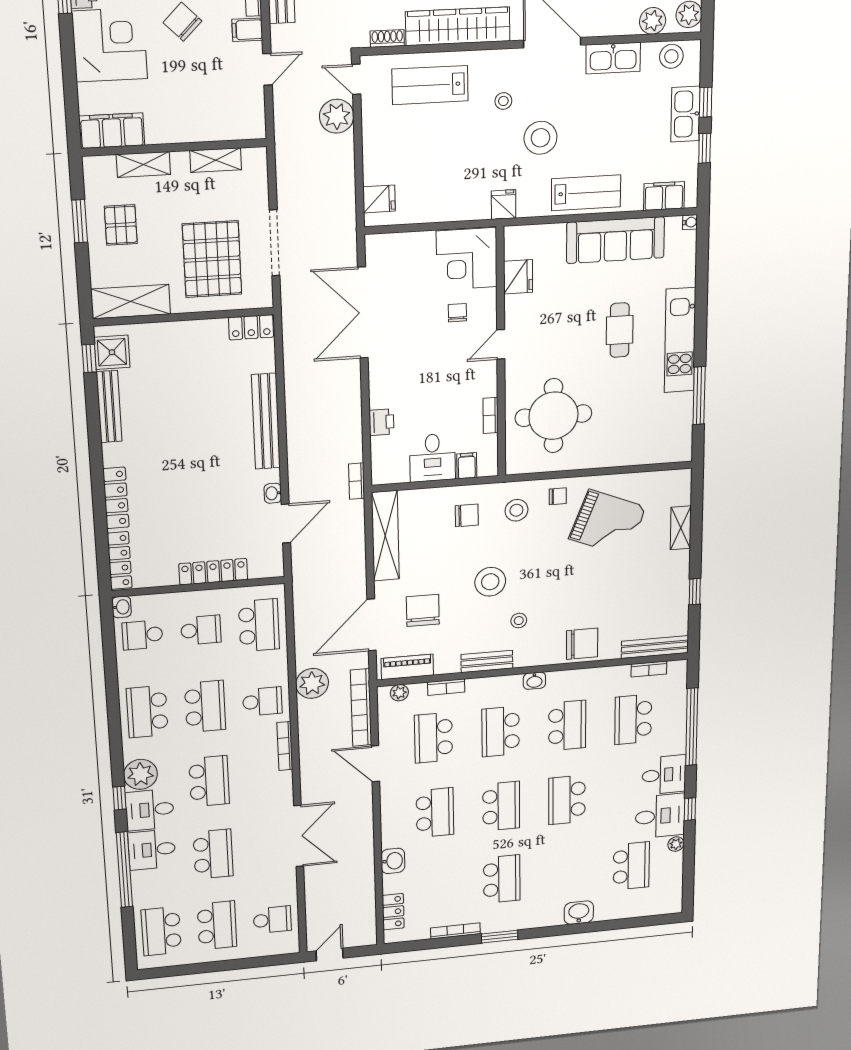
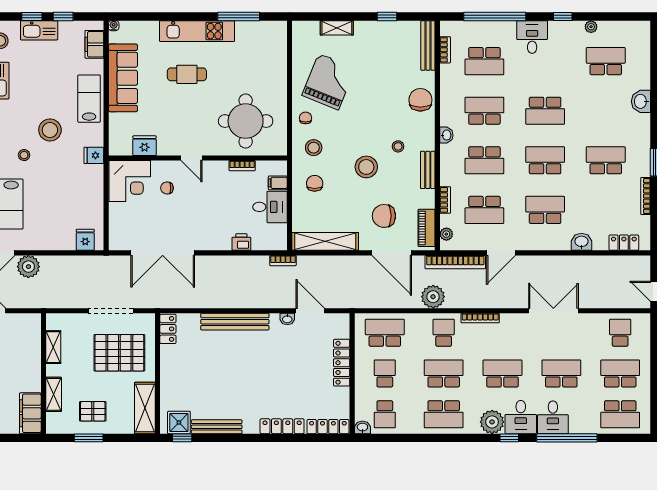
desk: (660, 816) -> (566, 39), removed

